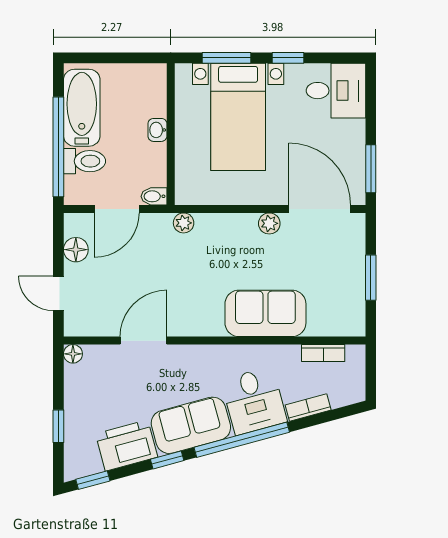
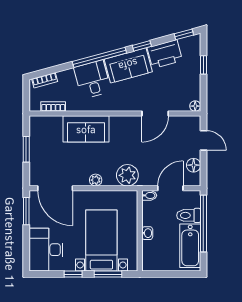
desk: (336, 91) -> (46, 250), width x1.37
plant: (184, 223) -> (127, 175), width x1.88, depth x1.88
plant: (269, 223) -> (96, 180), moved
bookcase: (308, 407) -> (45, 80), moved

